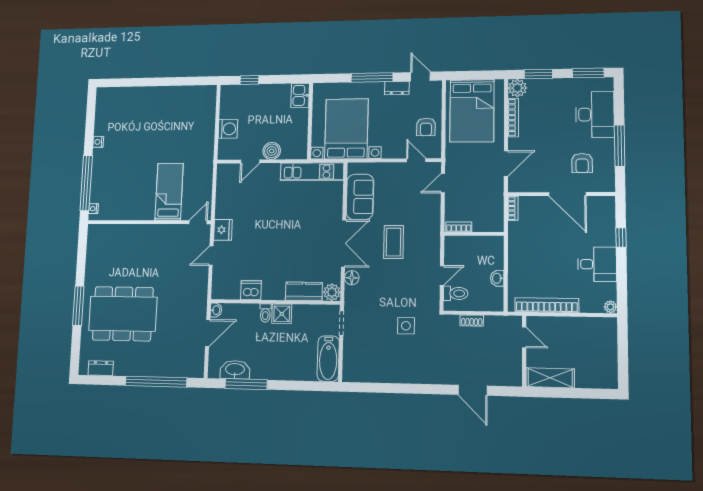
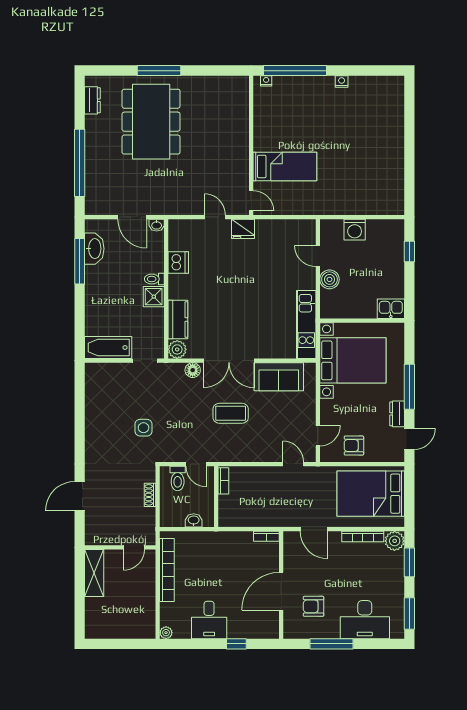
bookcase: (459, 227) -> (223, 481), moved
wall: (474, 234) -> (216, 497), moved

